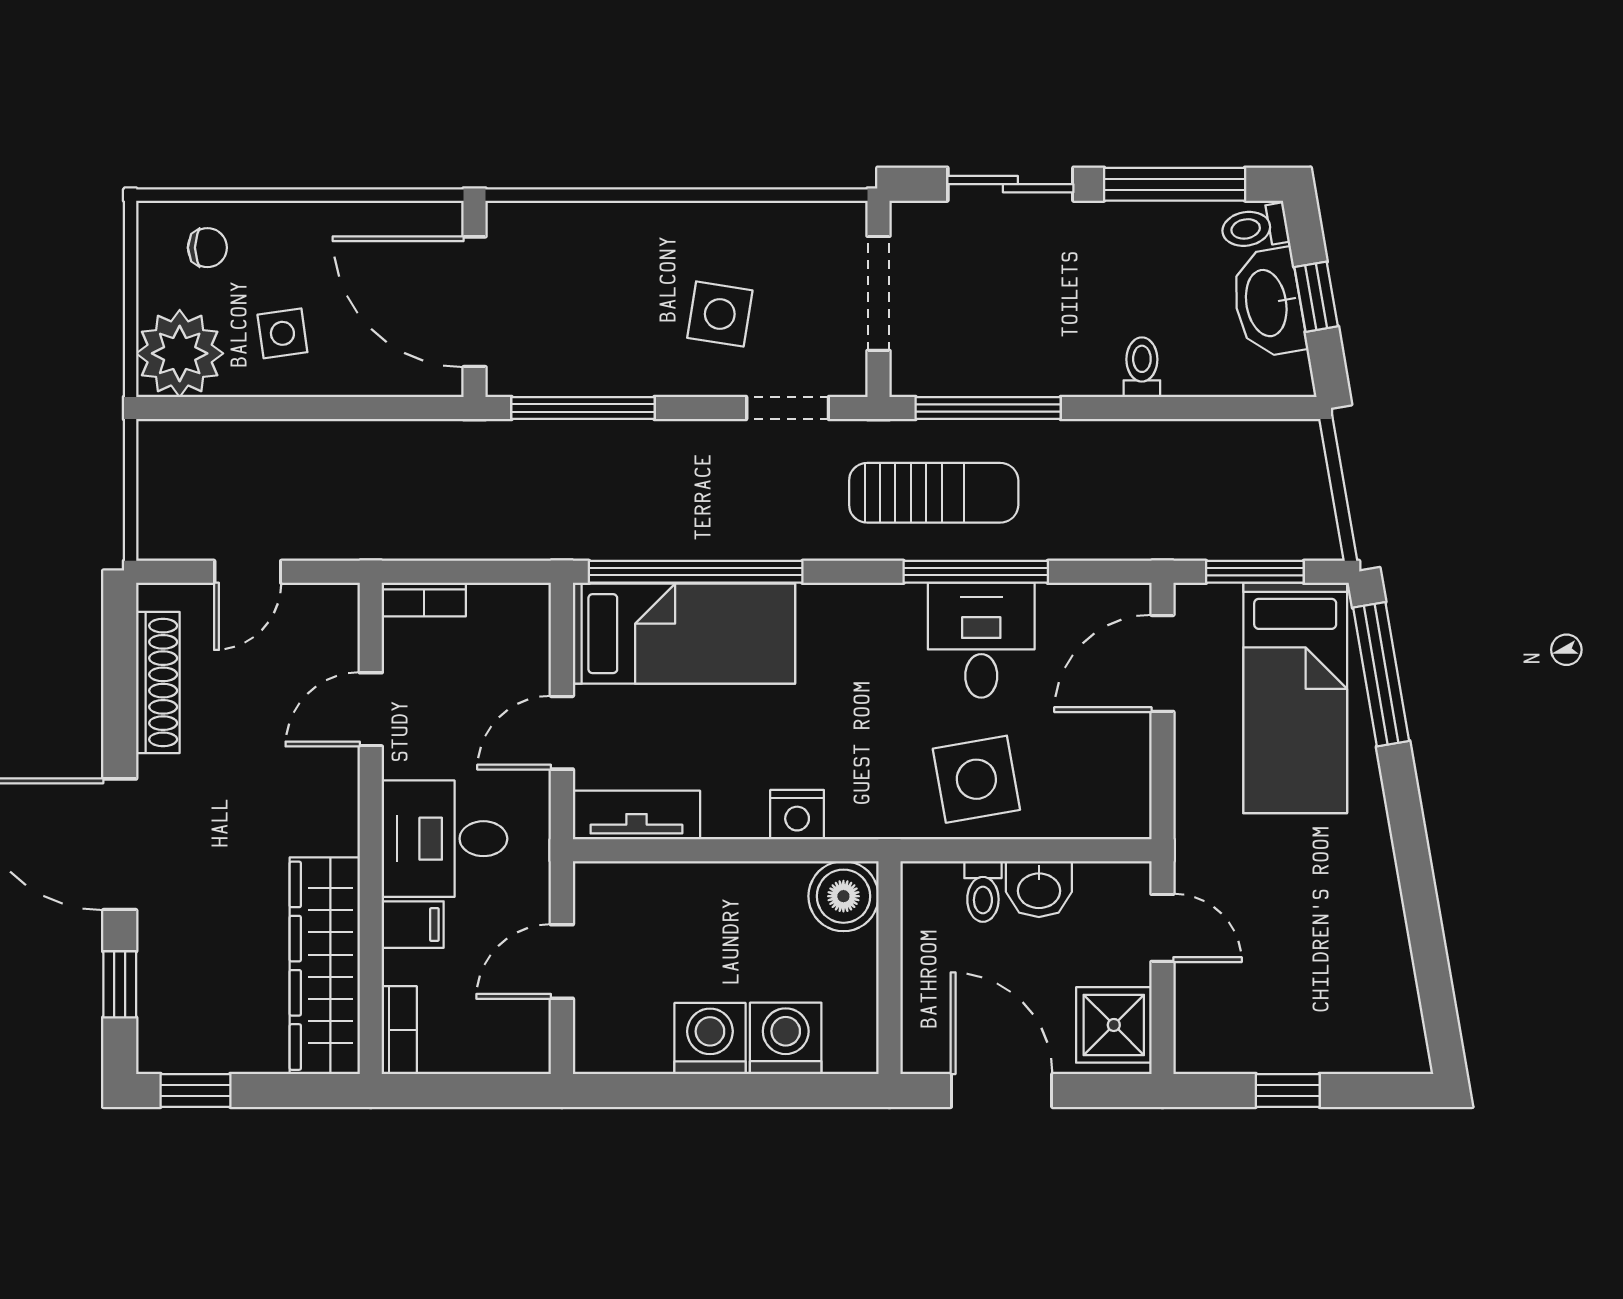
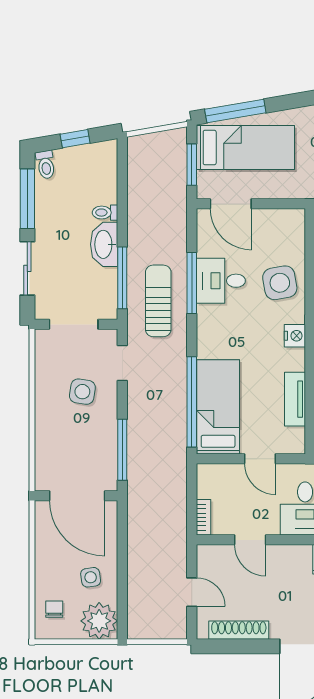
door: (475, 302) -> (77, 496), hinge flipped
washbasin: (1268, 303) -> (104, 244), moved, turned 100
tv unit: (636, 815) -> (295, 399), moved
nightstand: (797, 815) -> (295, 336), moved

